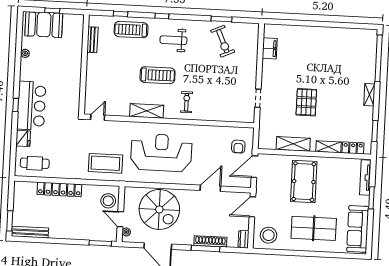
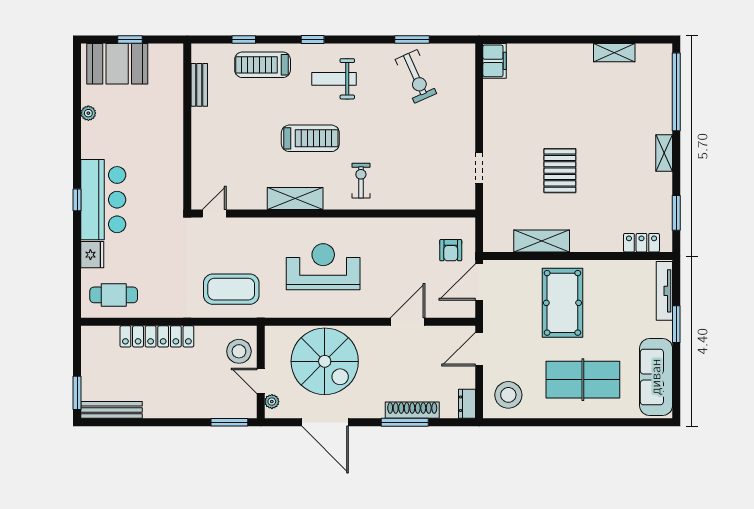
filing cabinet: (270, 48) -> (495, 61), moved
shelving: (328, 147) -> (614, 53), moved
reception desk: (161, 153) -> (323, 267), width x0.74, depth x0.77

